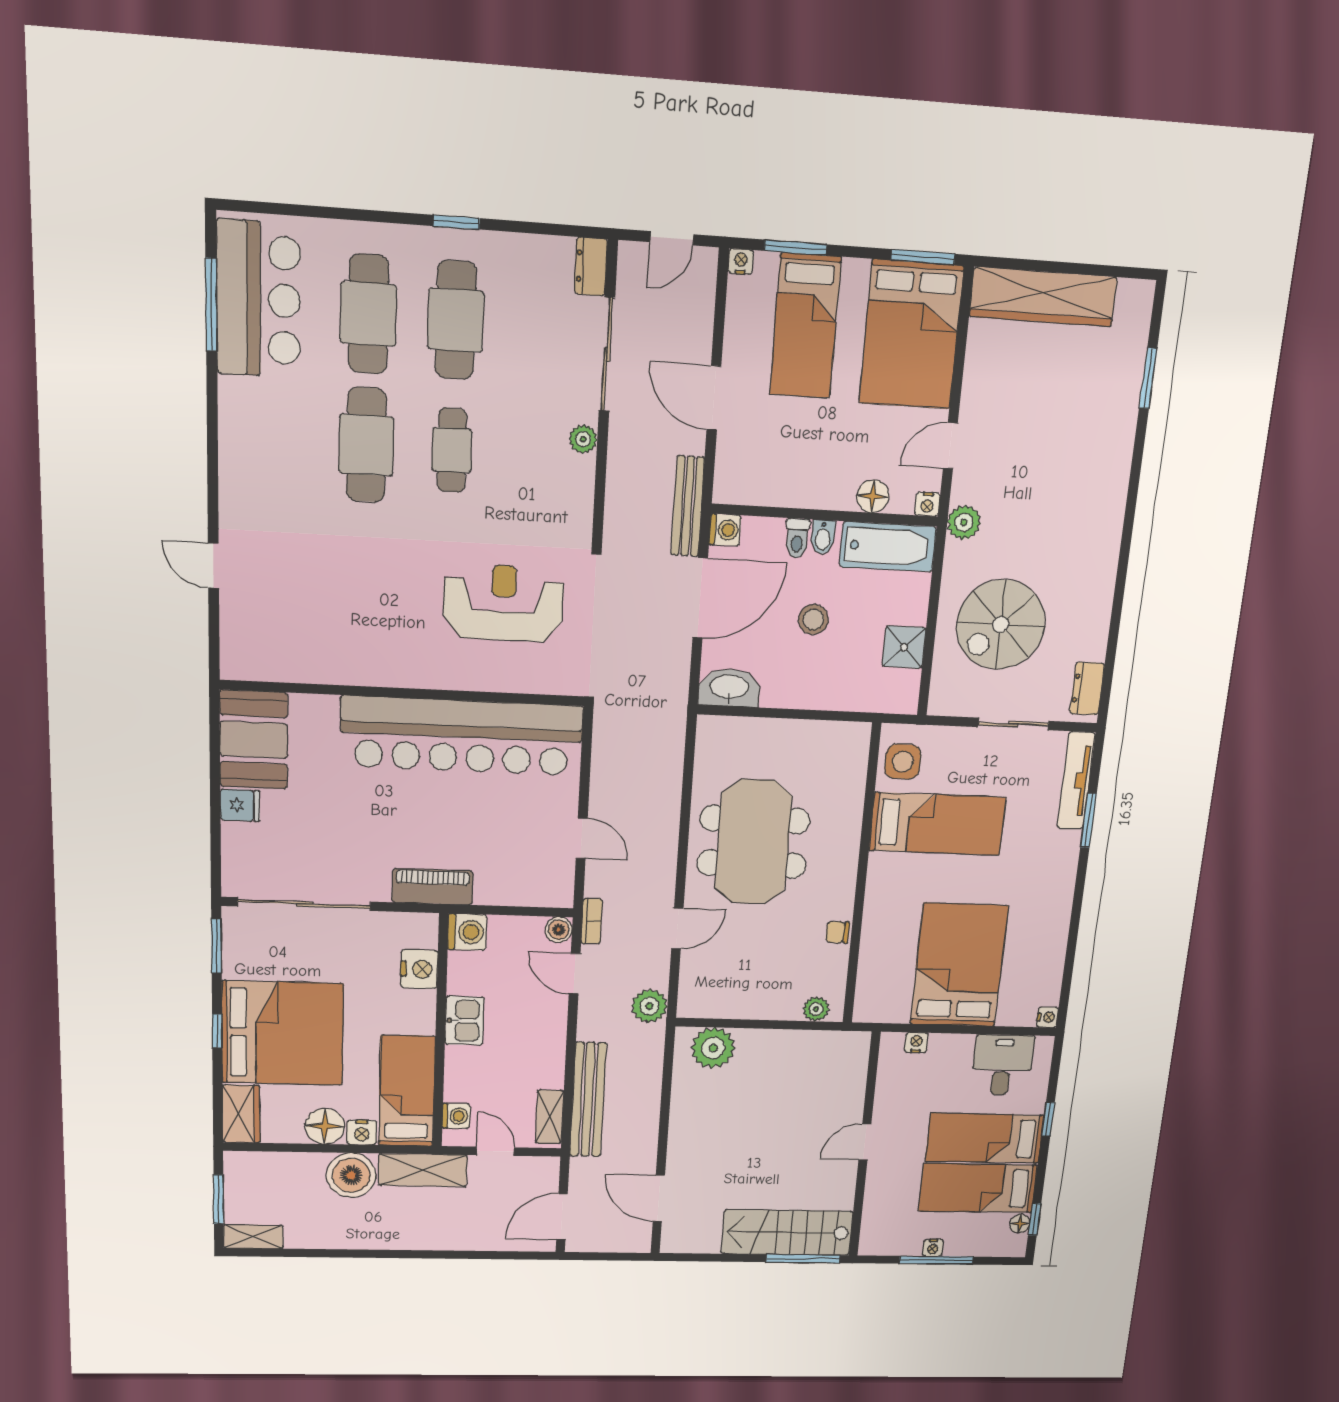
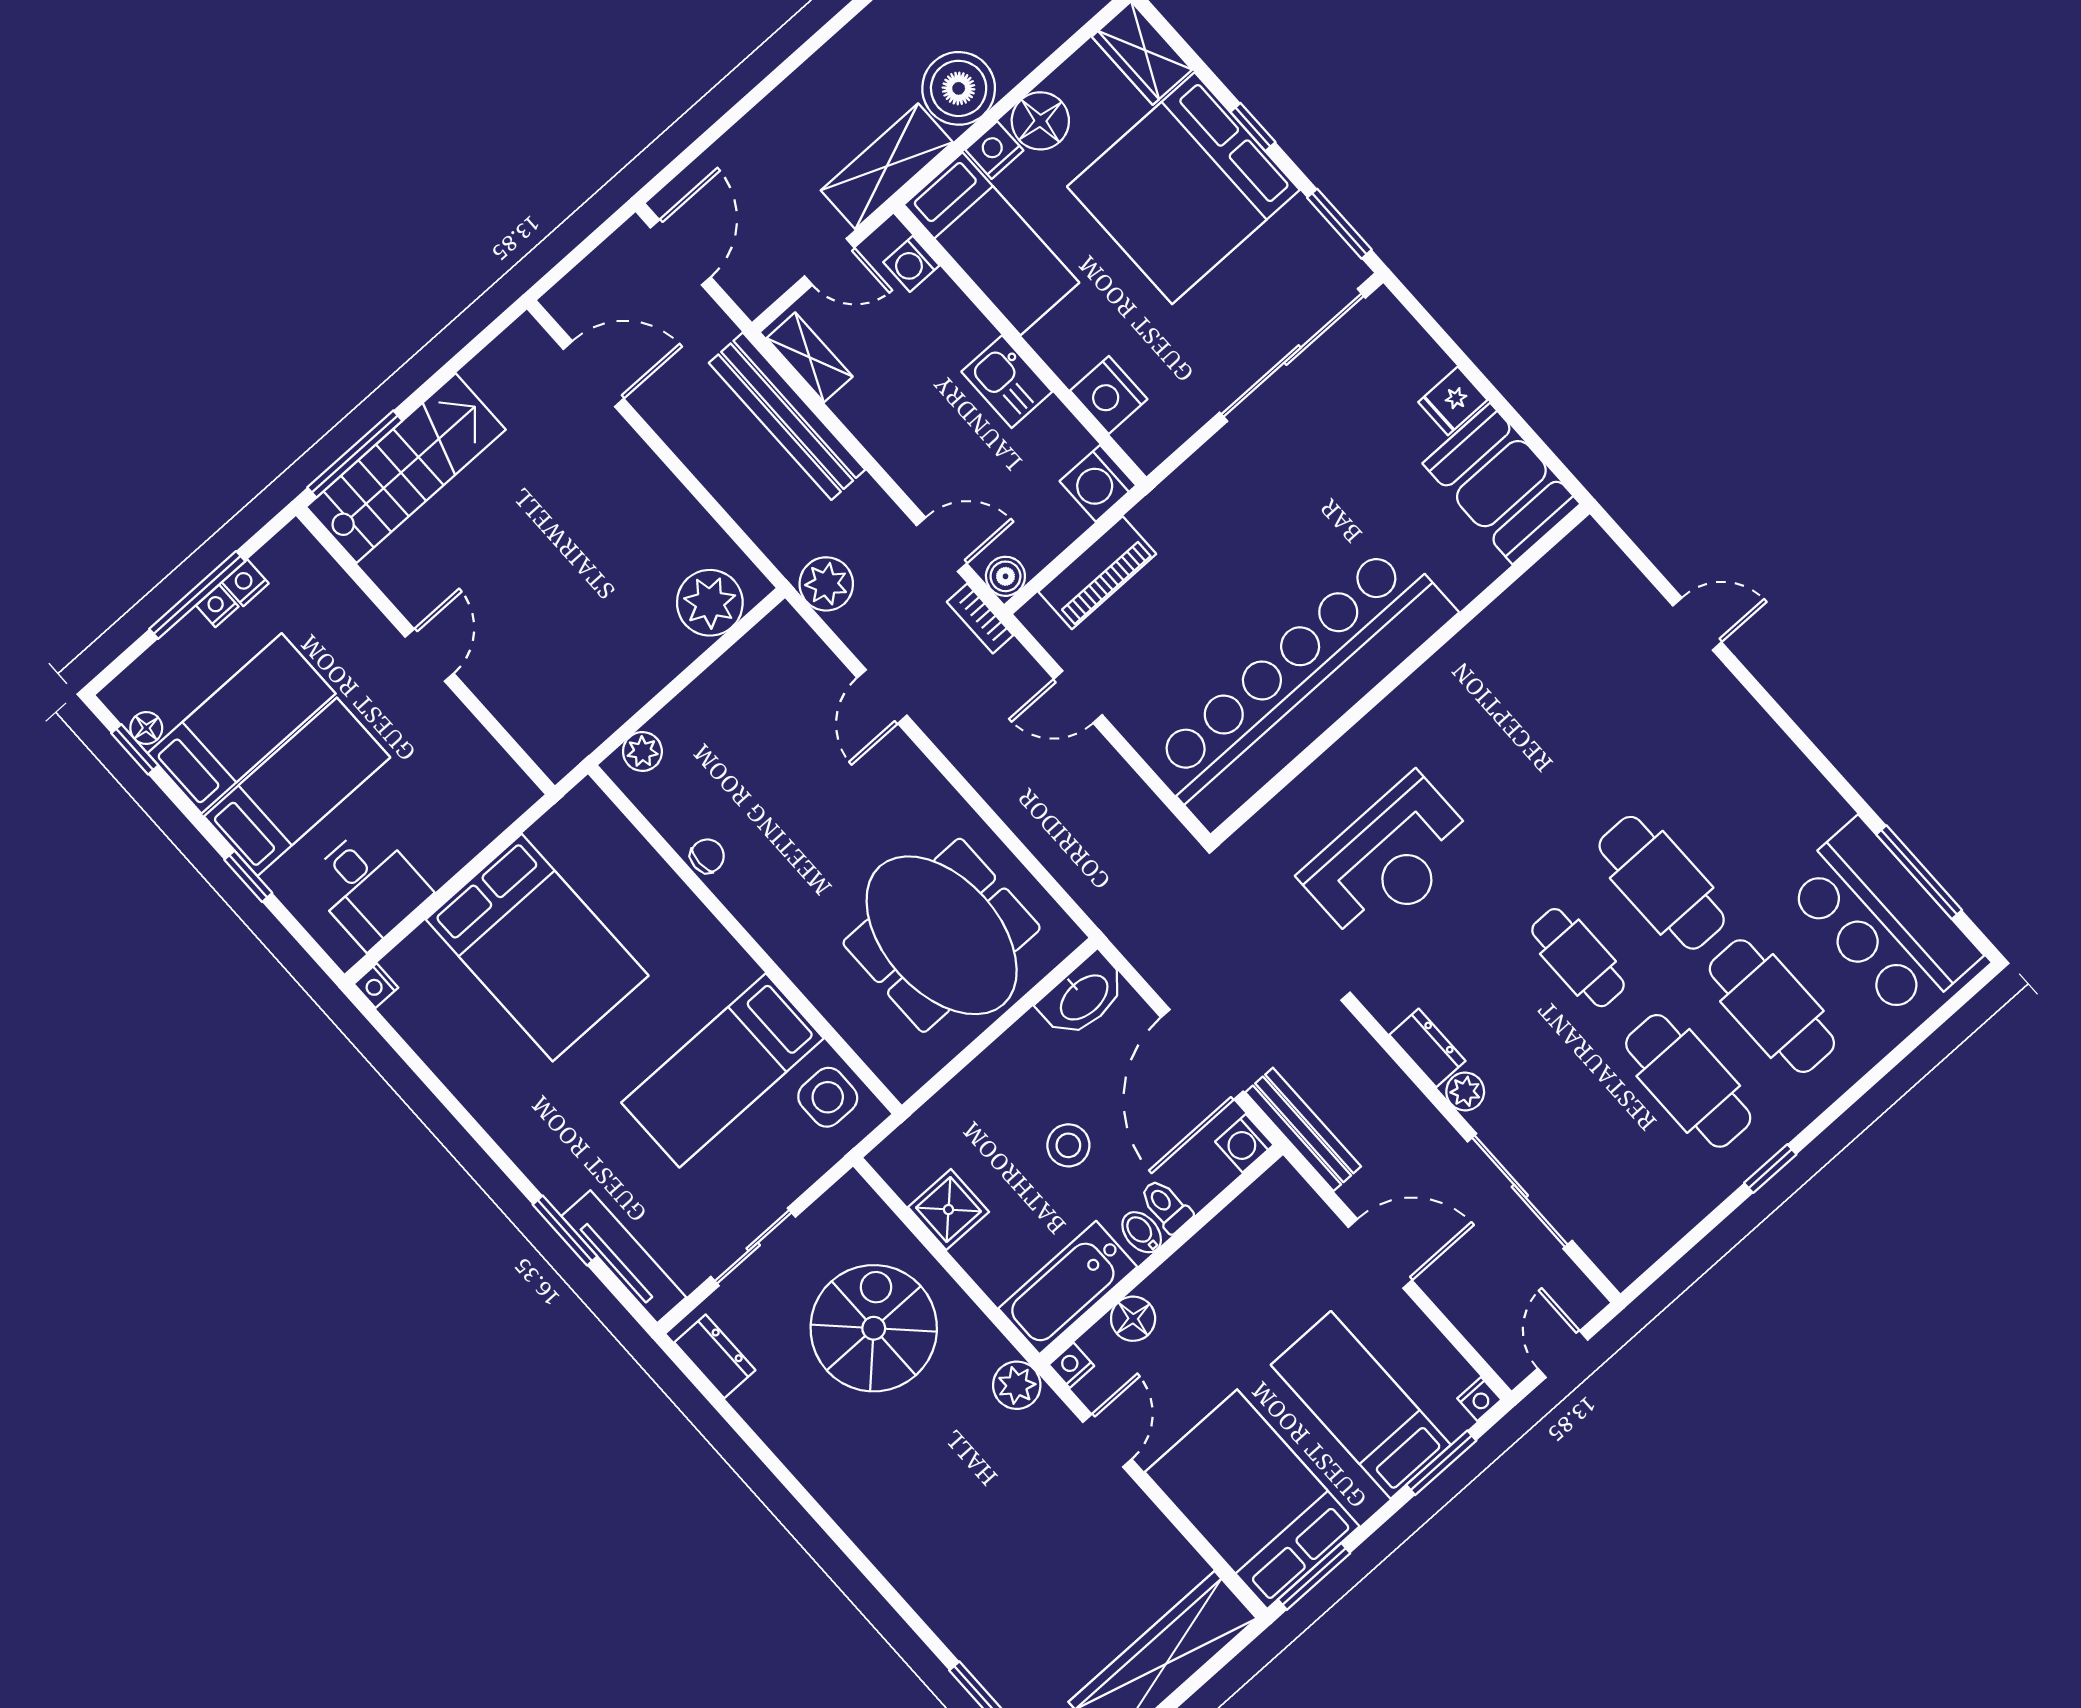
dresser: (591, 267) -> (1427, 1048), moved
meeting table: (753, 842) -> (942, 935), moved
piano: (433, 887) -> (1097, 573), moved
nightstand: (916, 1043) -> (245, 583), moved, turned 180

